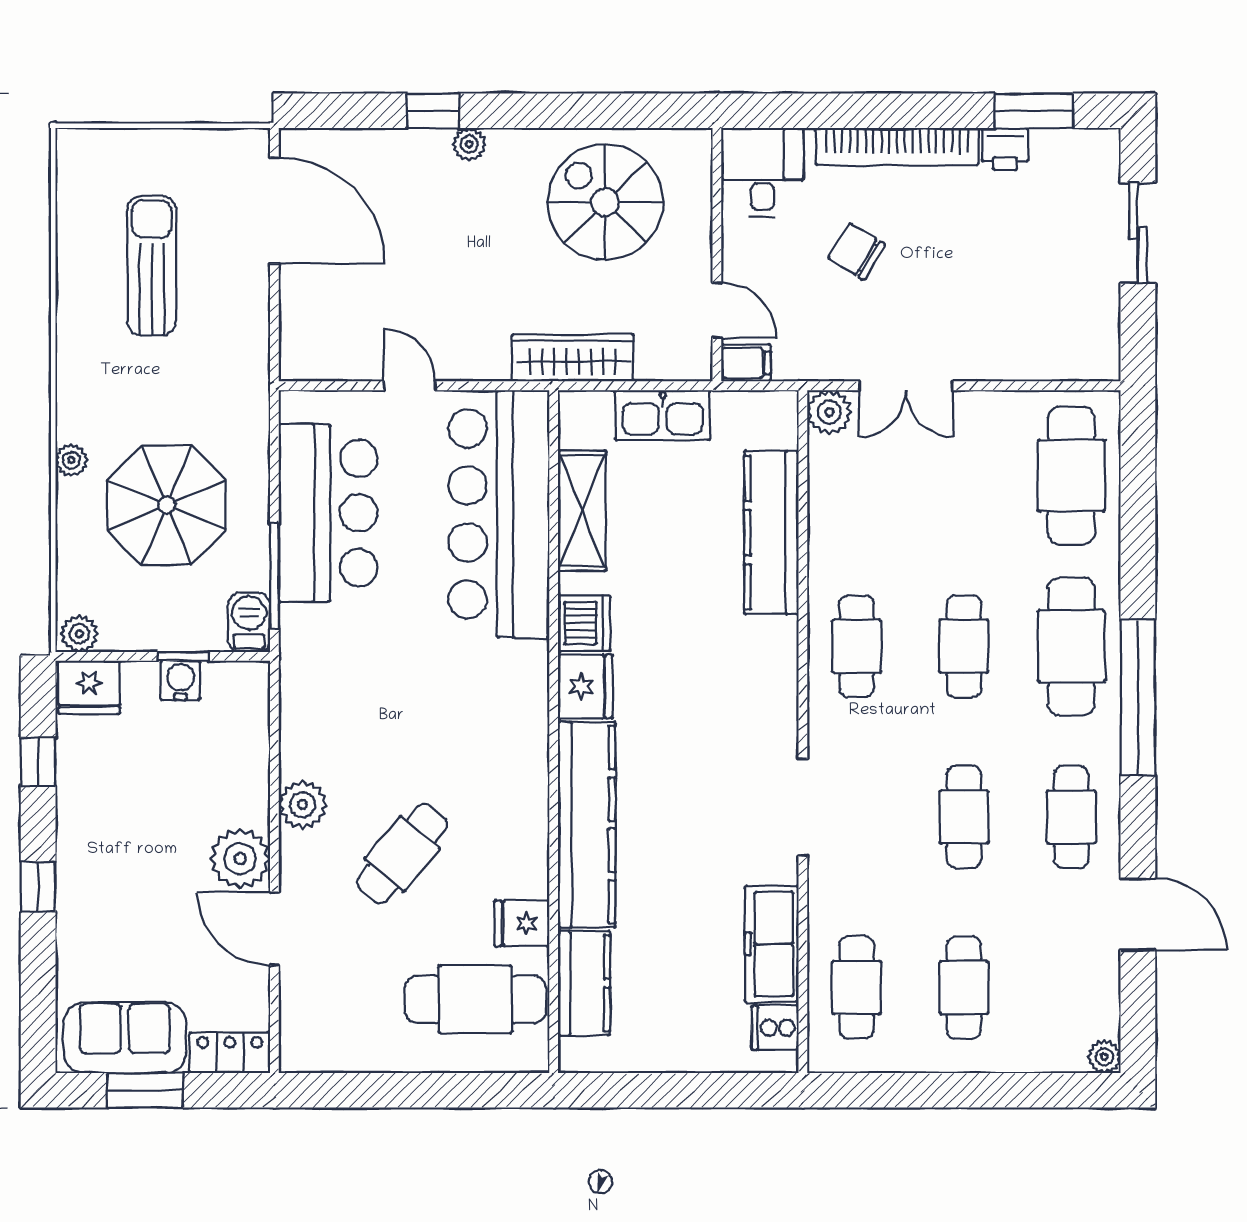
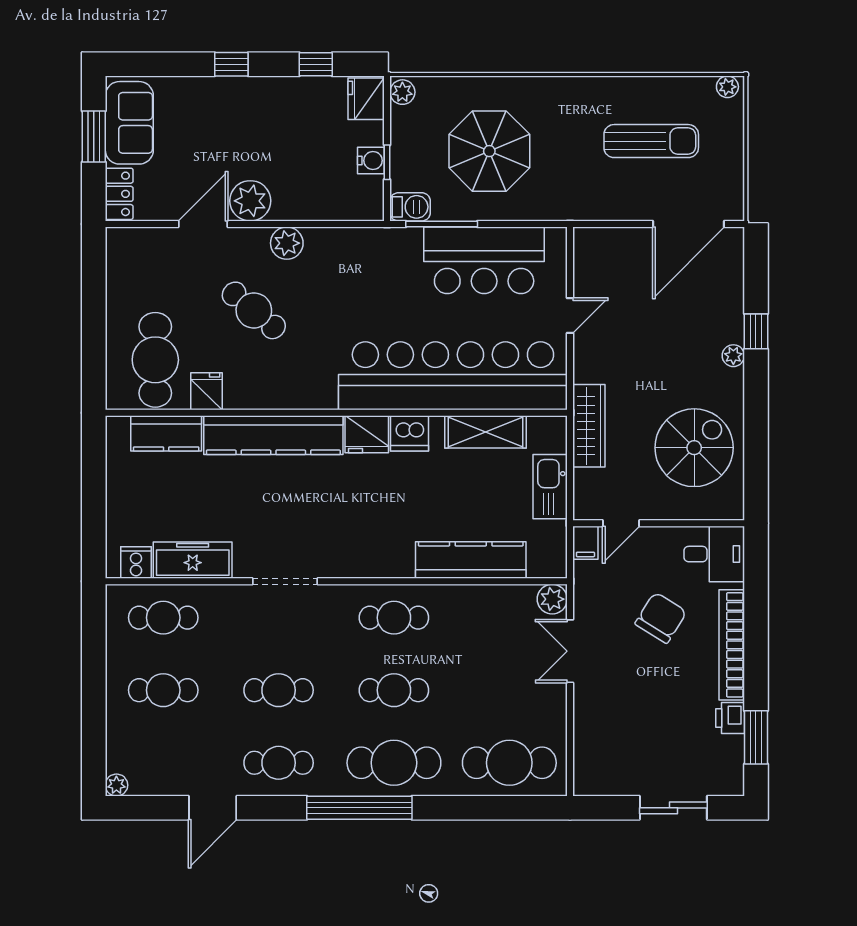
chair: (857, 251) -> (661, 618), width x1.37, depth x1.37
plant: (71, 460) -> (727, 87), moved
bar counter: (499, 514) -> (453, 376), width x1.36

